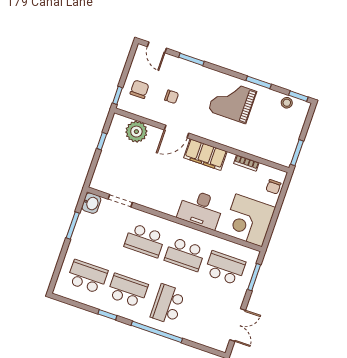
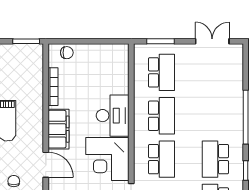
bookcase: (246, 163) -> (53, 87), width x1.56
corner desk: (249, 220) -> (107, 159), moved, turned 90
school desk: (225, 268) -> (161, 72), turned 180
school desk: (168, 304) -> (215, 116), removed

